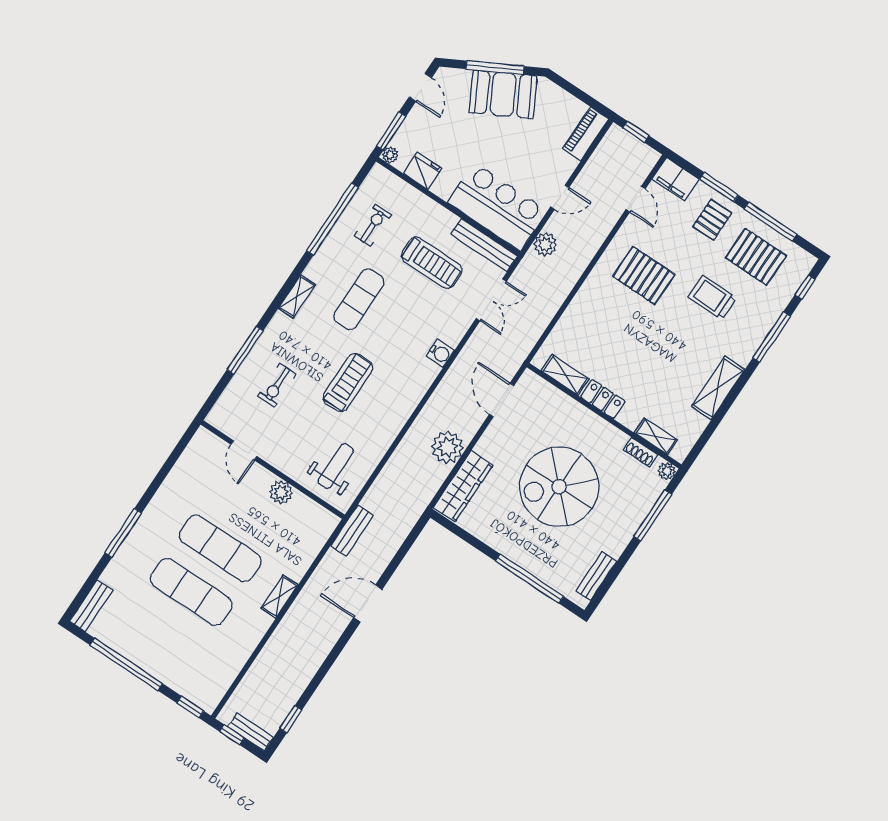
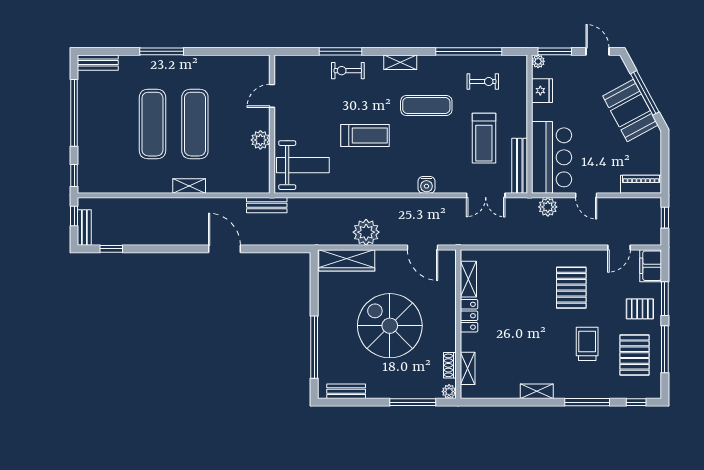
door: (420, 87) -> (598, 51), swing flipped
exercise bike: (277, 385) -> (348, 71), moved
shelving: (718, 388) -> (537, 391), width x0.67, depth x0.75
door: (502, 400) -> (423, 248), swing flipped
weight bench: (336, 466) -> (303, 165), width x1.36, depth x1.33

